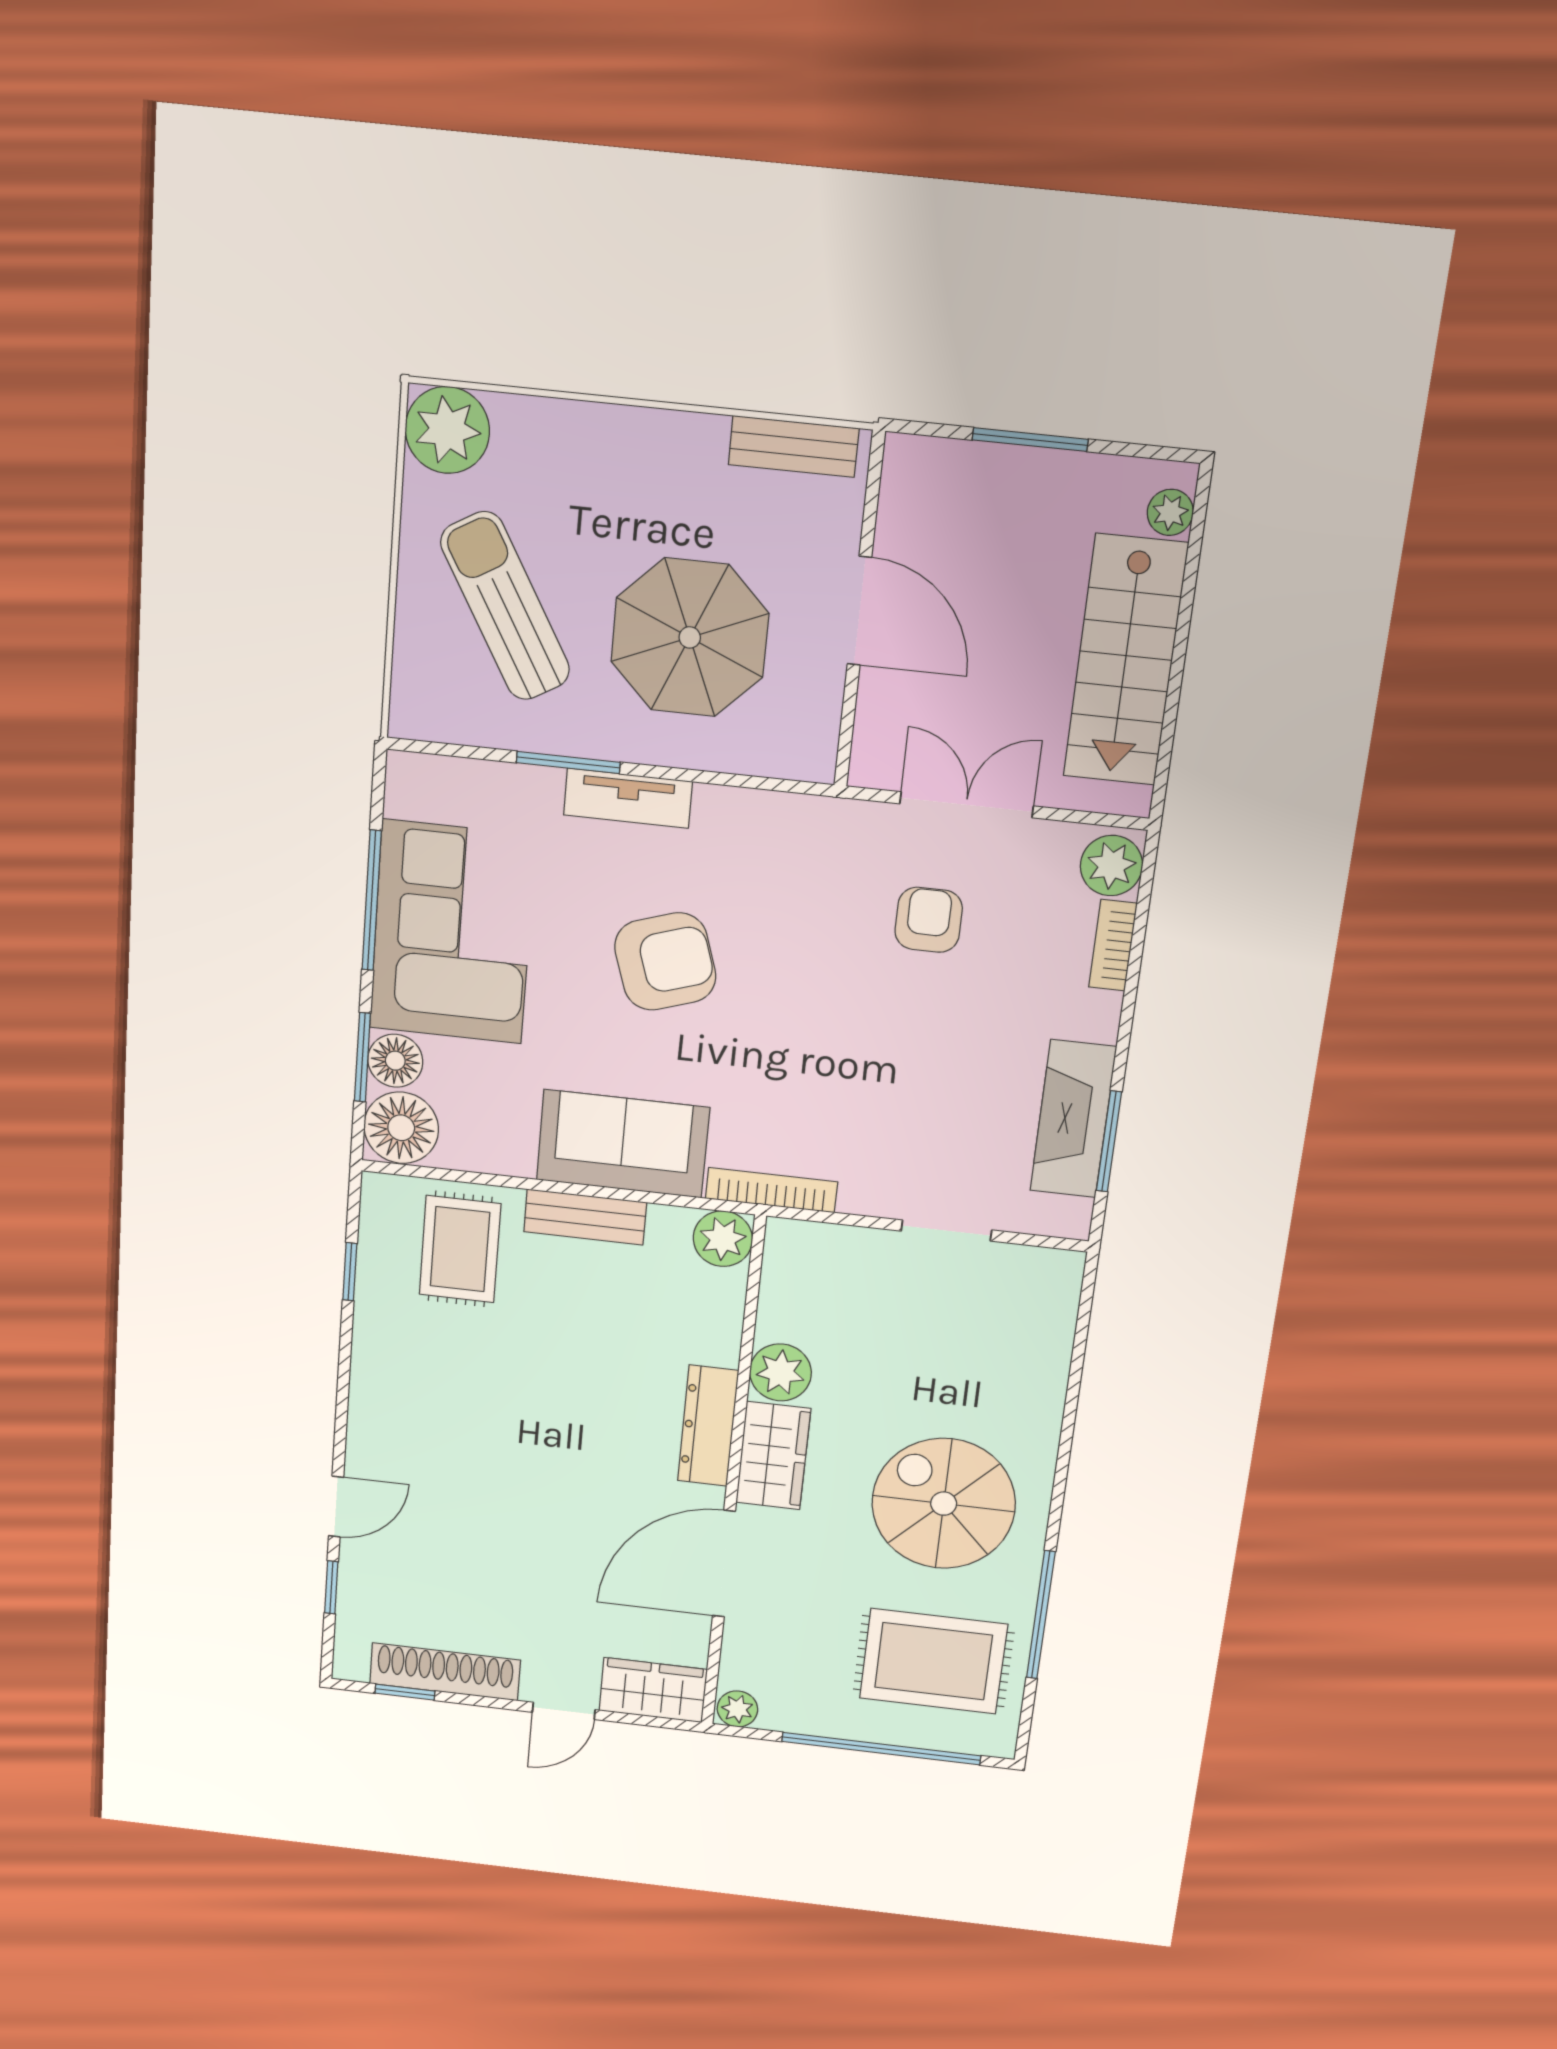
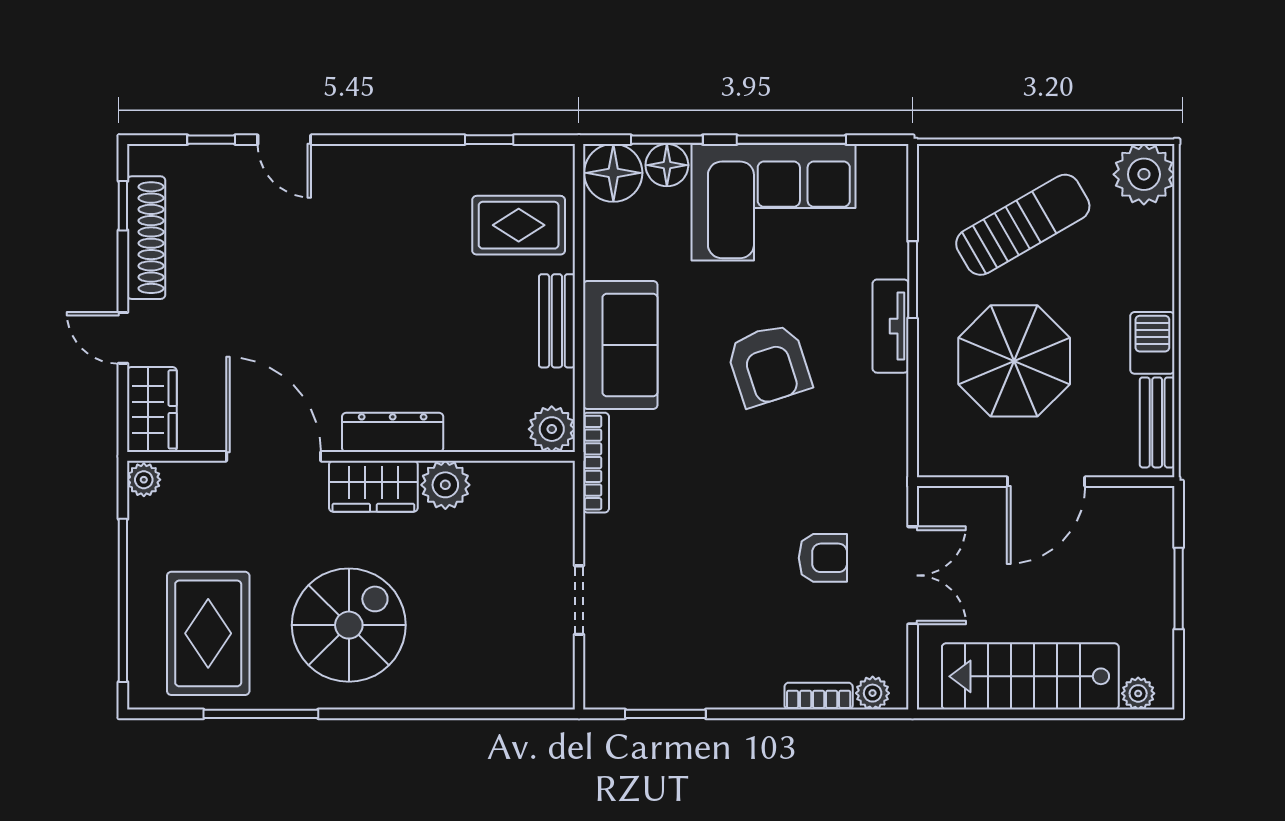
barbecue: (682, 442) -> (1152, 343), added
plant: (1111, 866) -> (873, 693), width x0.73, depth x0.73
fireplace: (1073, 1119) -> (680, 685), removed

